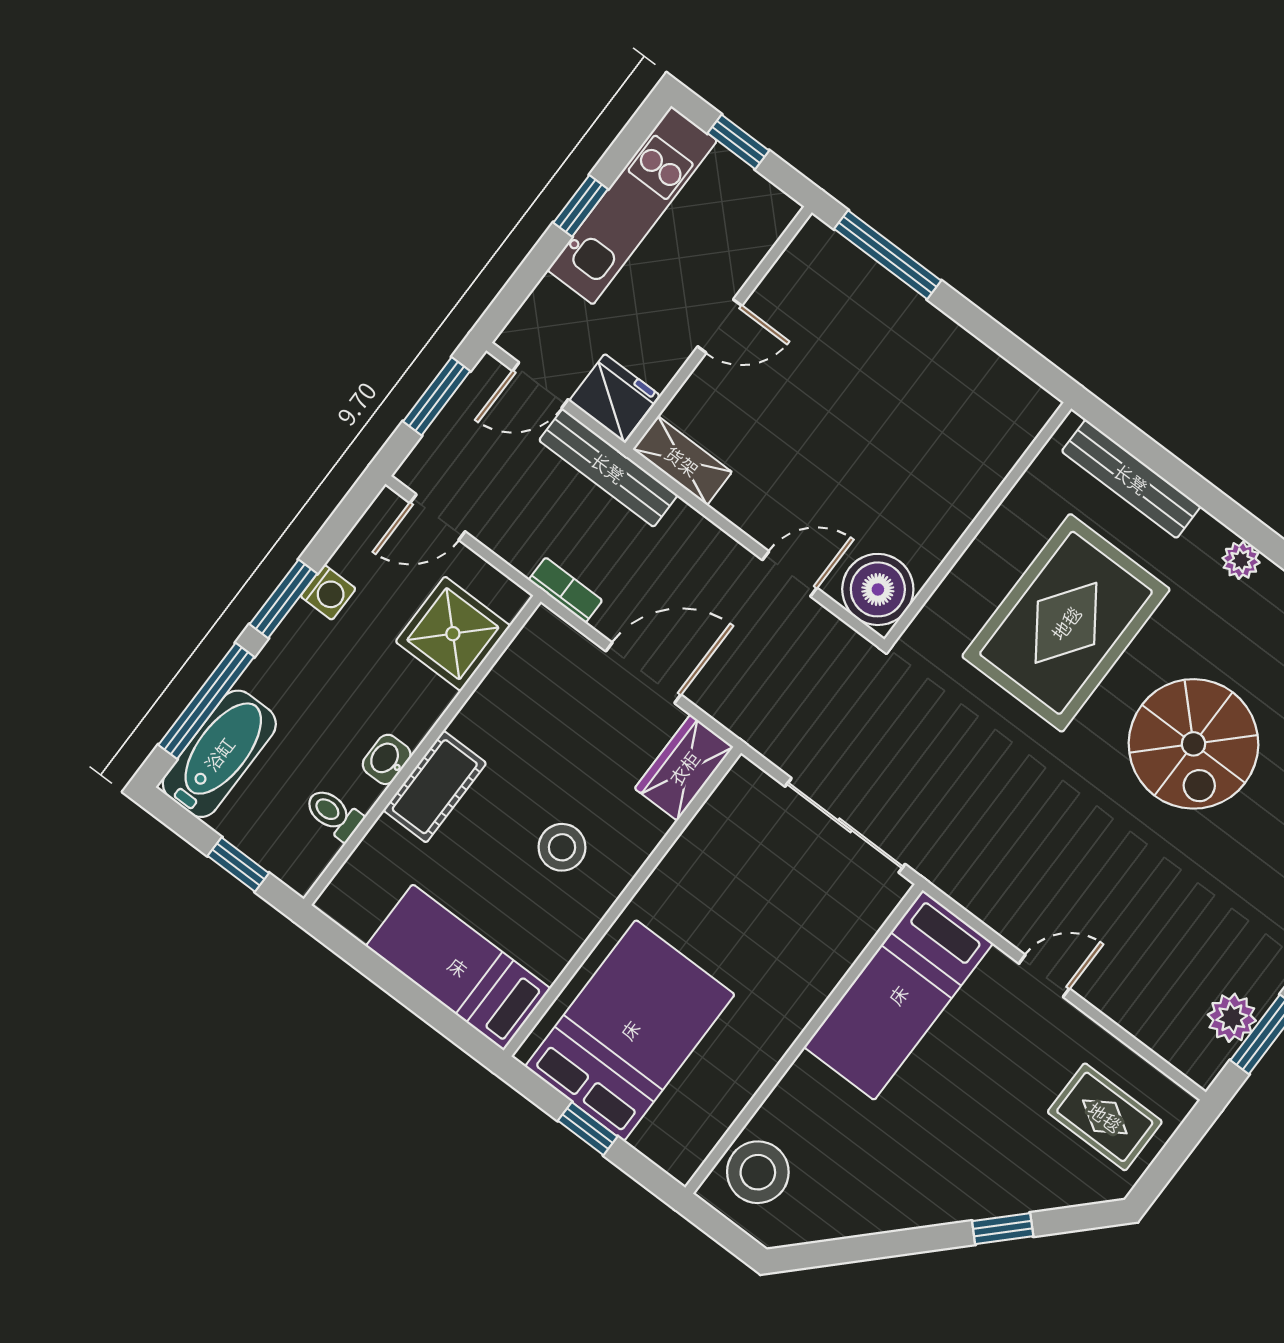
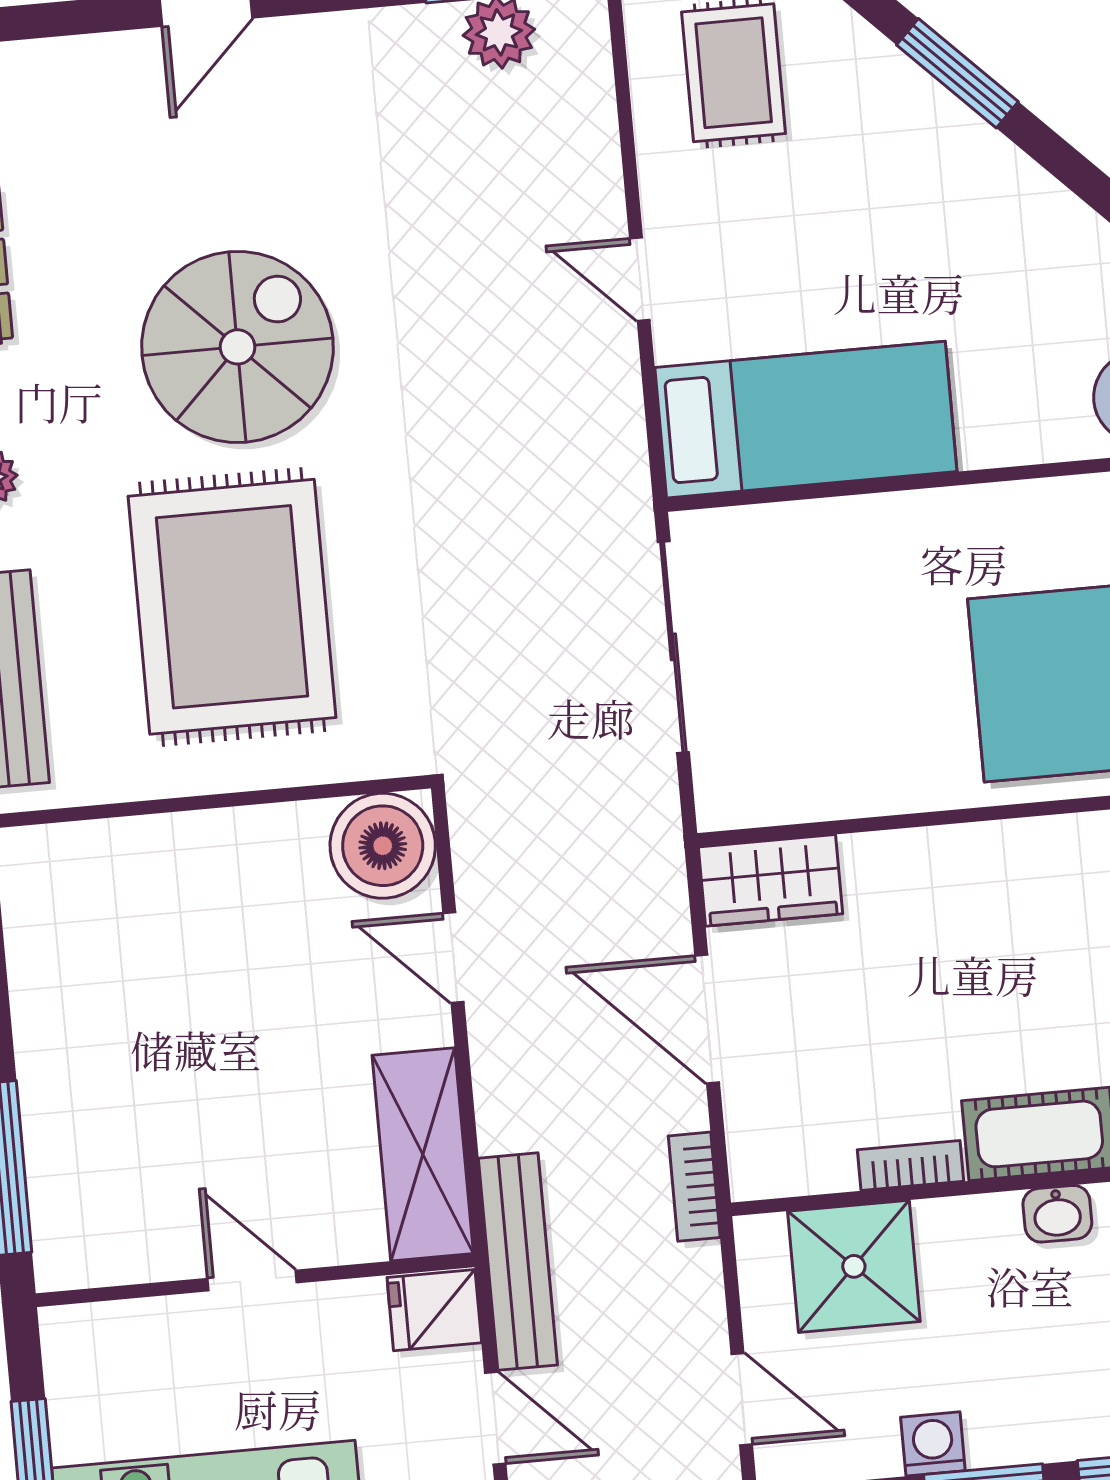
fridge: (614, 398) -> (434, 1310), width x0.72
shelving: (682, 461) -> (423, 1154), width x1.50, depth x1.33
rug: (1066, 623) -> (232, 607), turned 90
bookcase: (478, 708) -> (910, 1166), added
stool: (562, 847) -> (979, 935), removed
window: (1003, 1229) -> (957, 73), width x1.50

